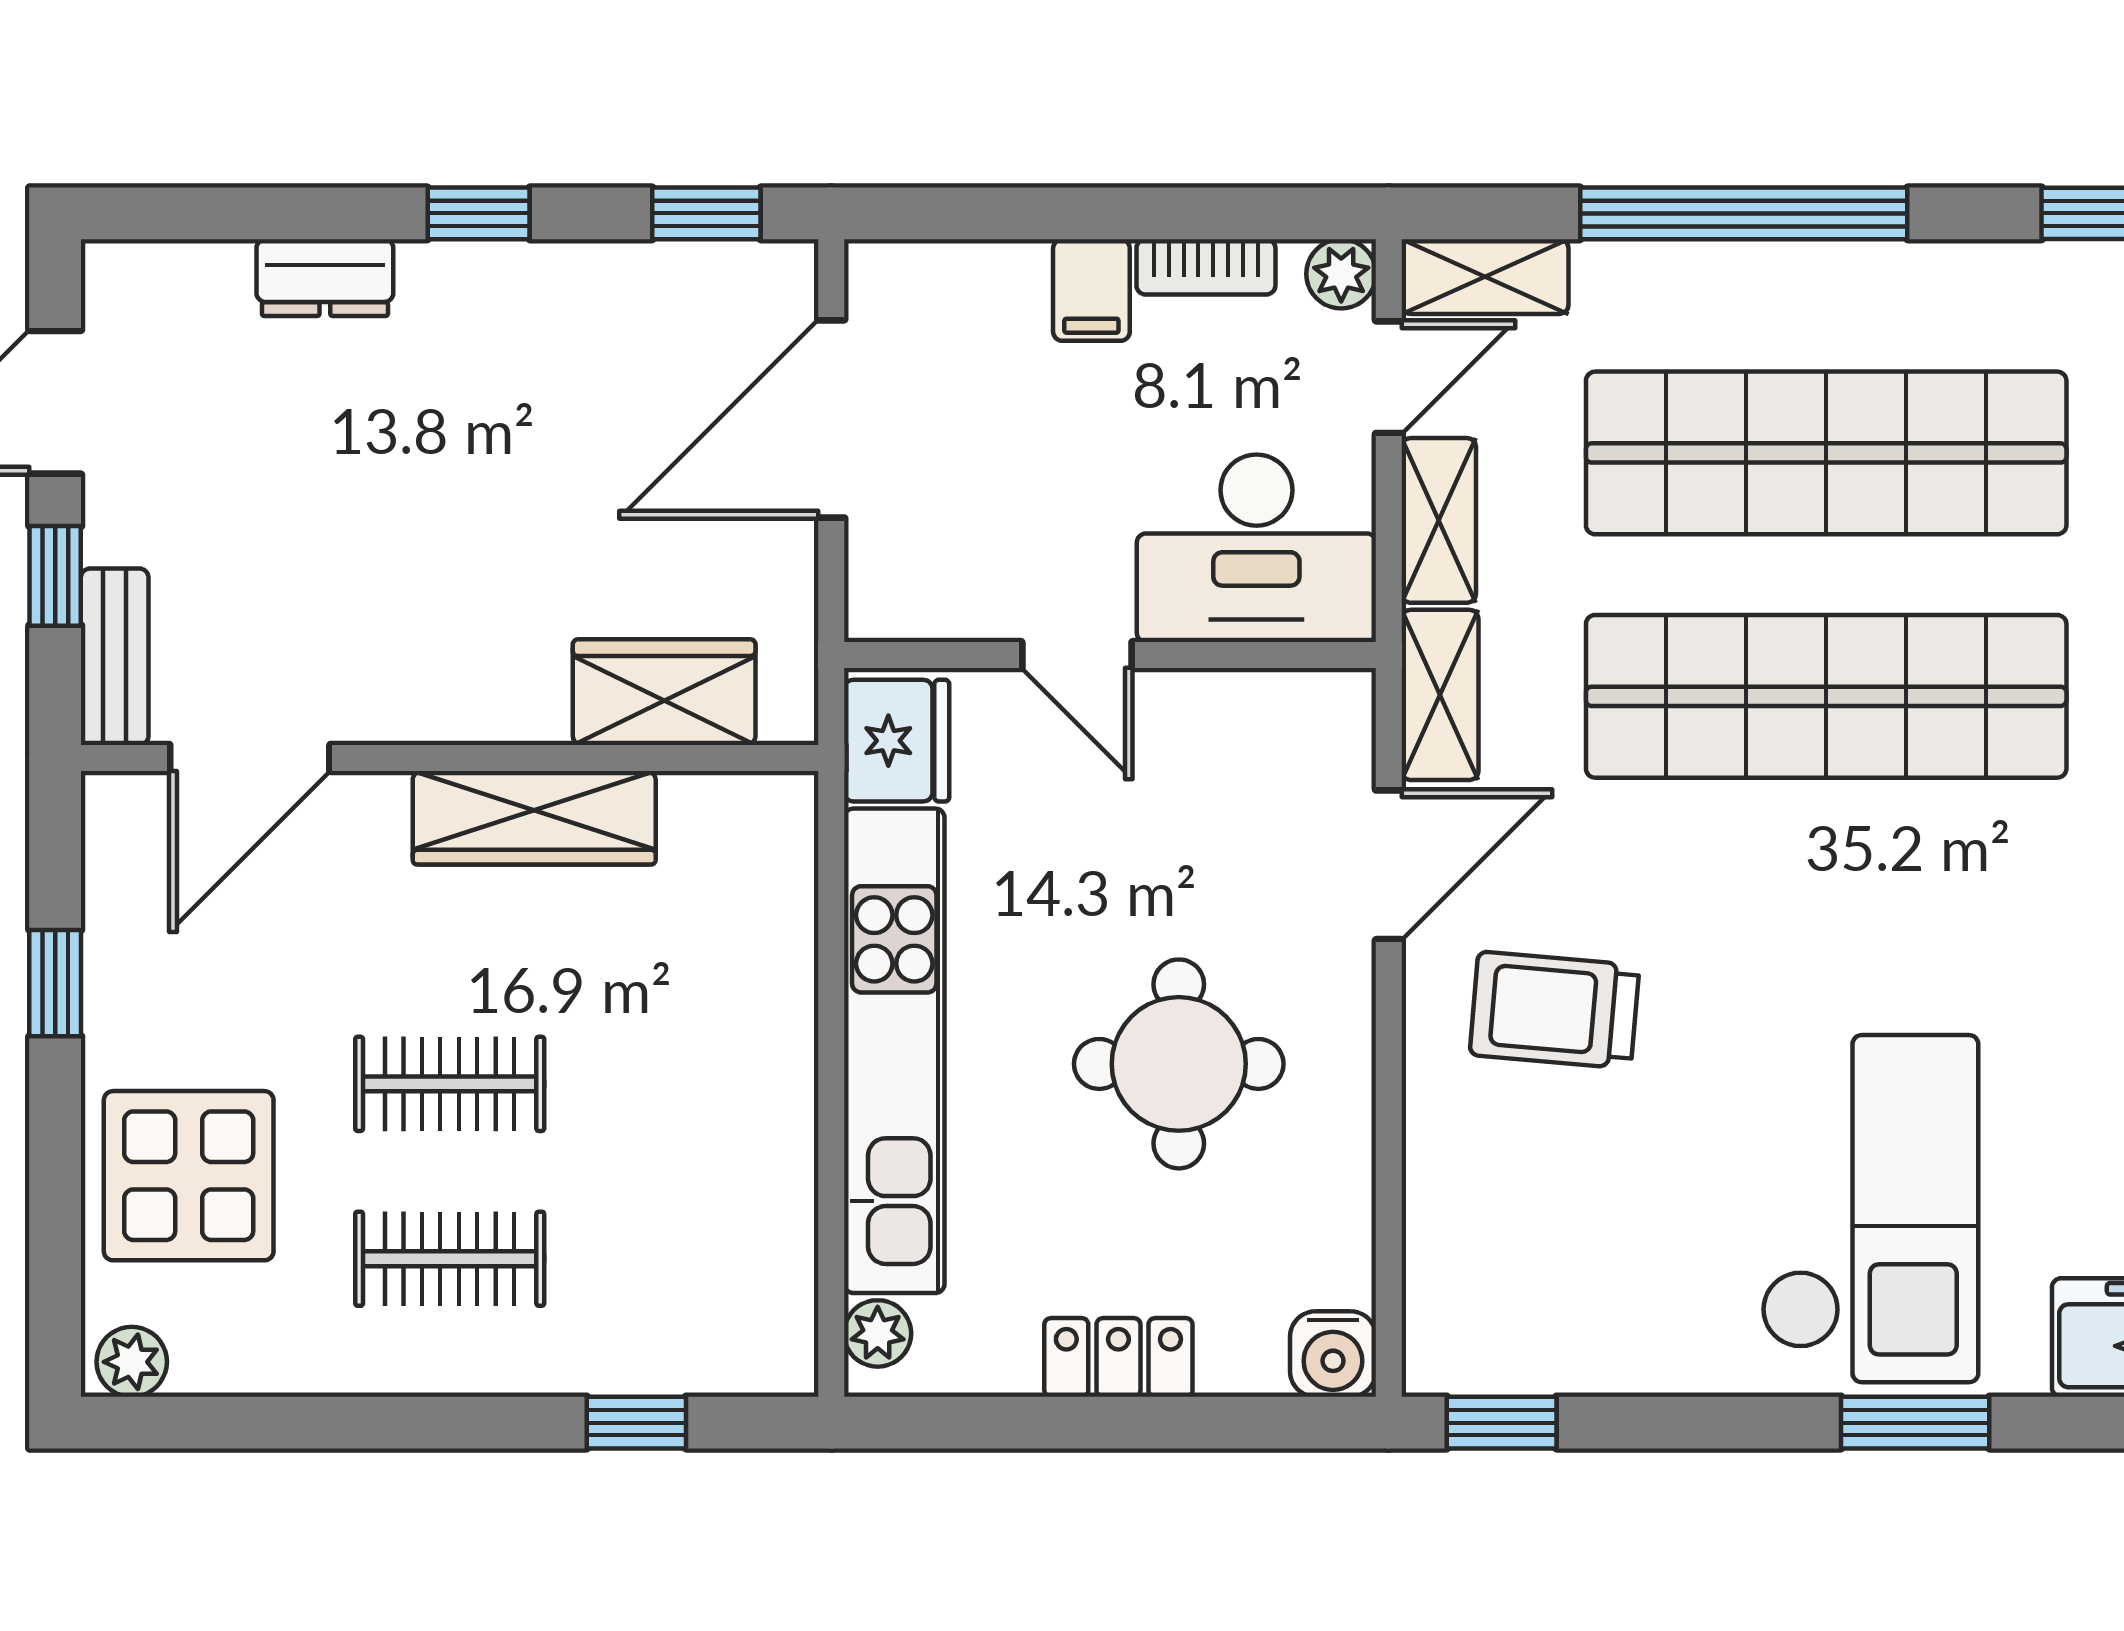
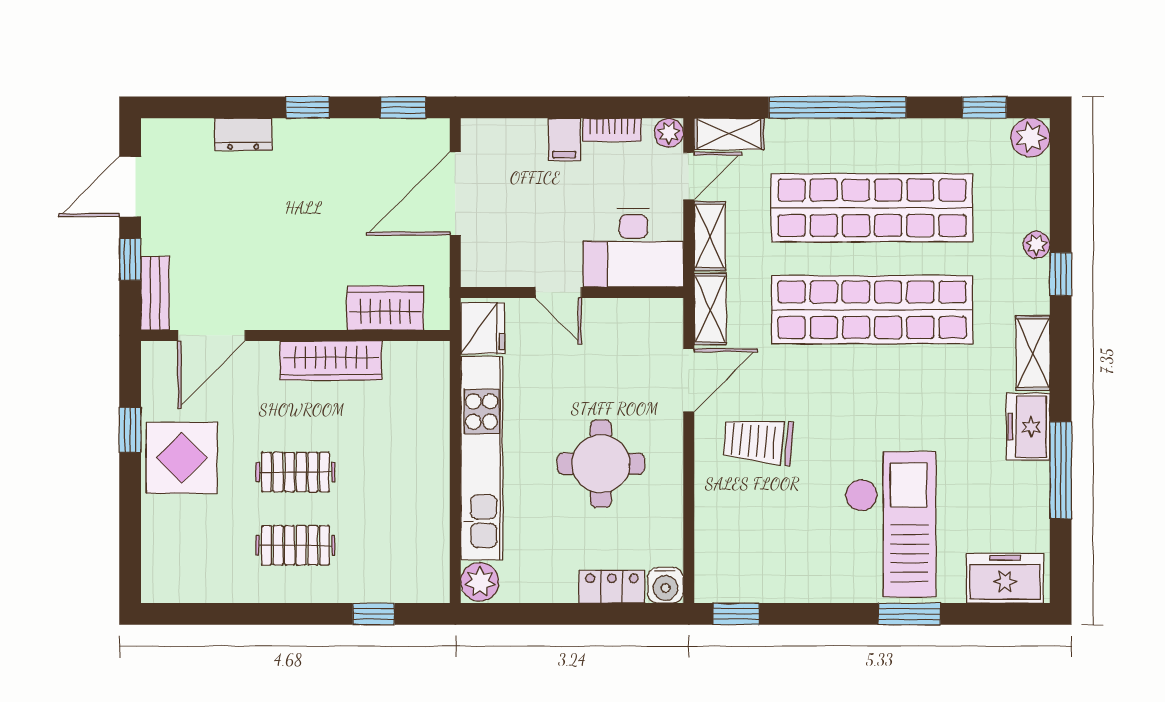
display table: (189, 1176) -> (182, 458), moved
plant: (878, 1333) -> (480, 582), width x1.38, depth x1.38
locker: (1118, 1357) -> (612, 587), moved
plant: (132, 1362) -> (162, 588), removed

